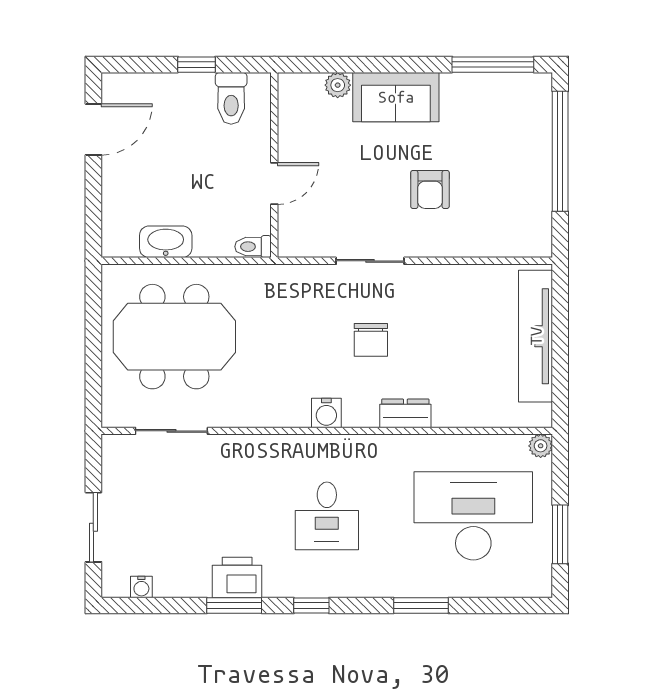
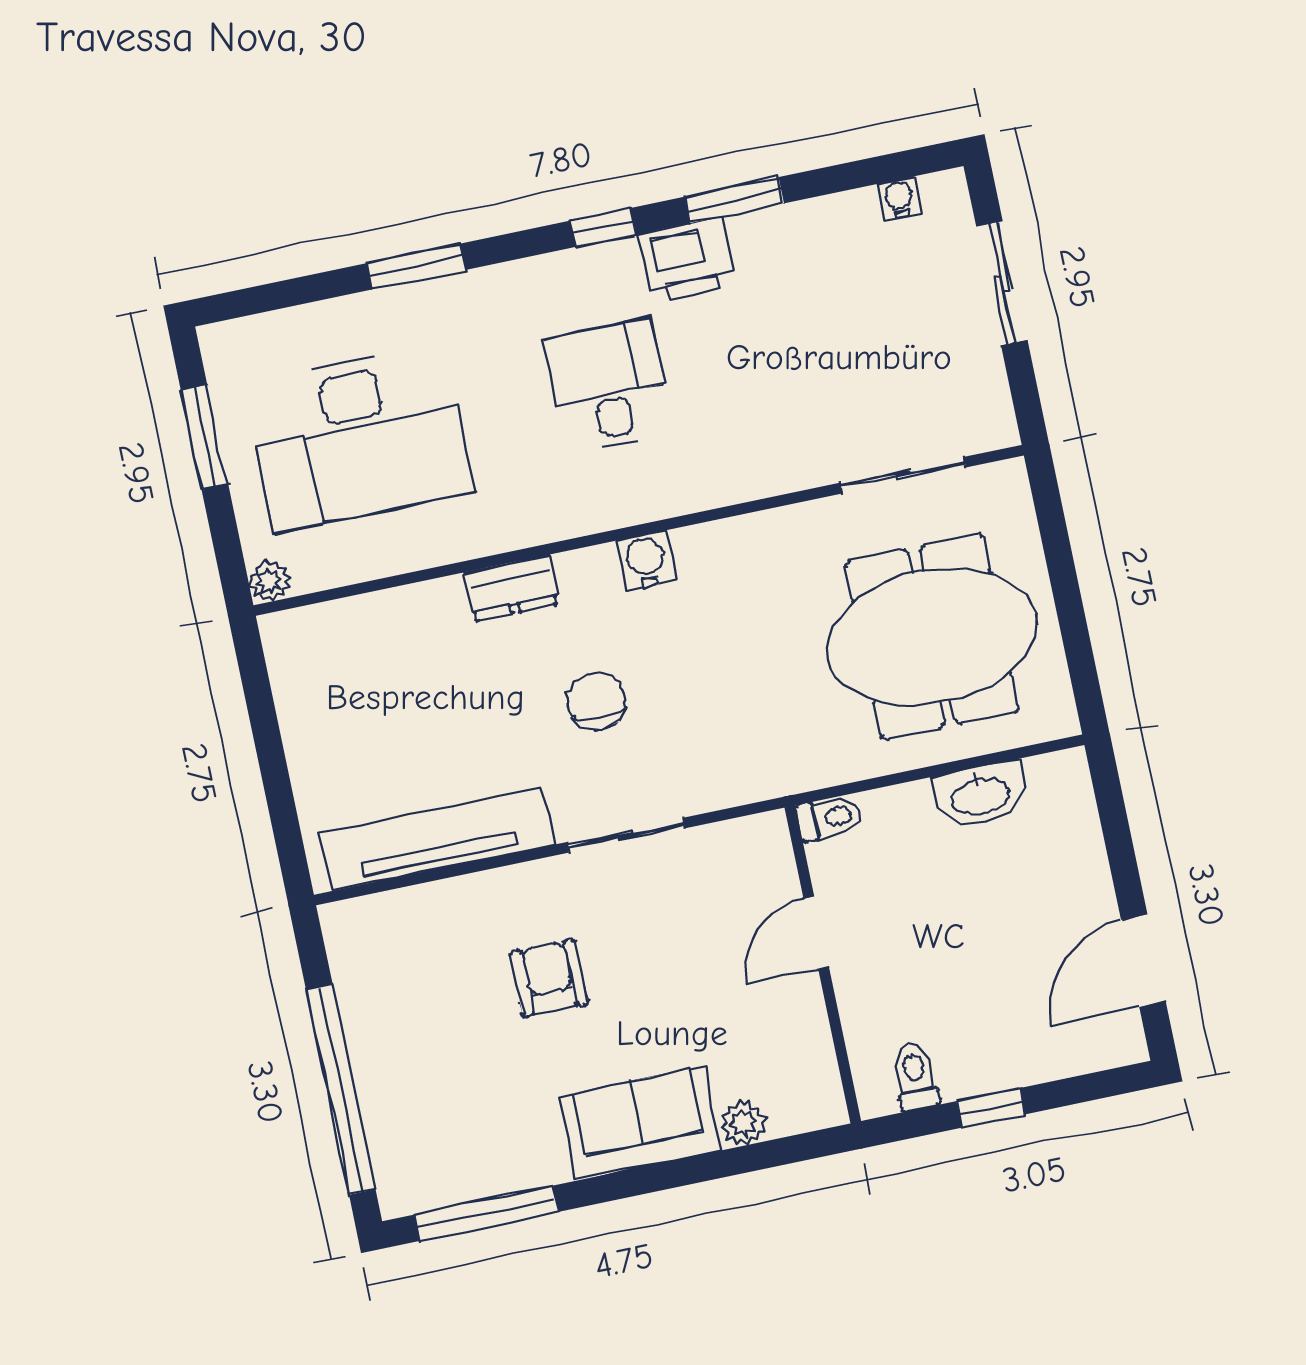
toilet: (231, 98) -> (915, 1076), width x0.73, depth x0.72
tv unit: (536, 336) -> (437, 839), moved, turned -90
printer: (237, 577) -> (687, 260), moved

